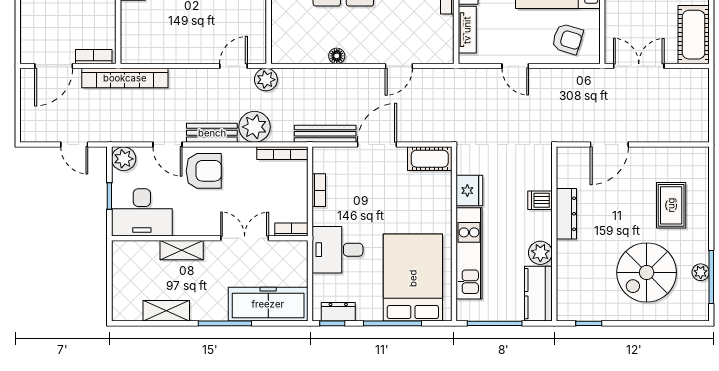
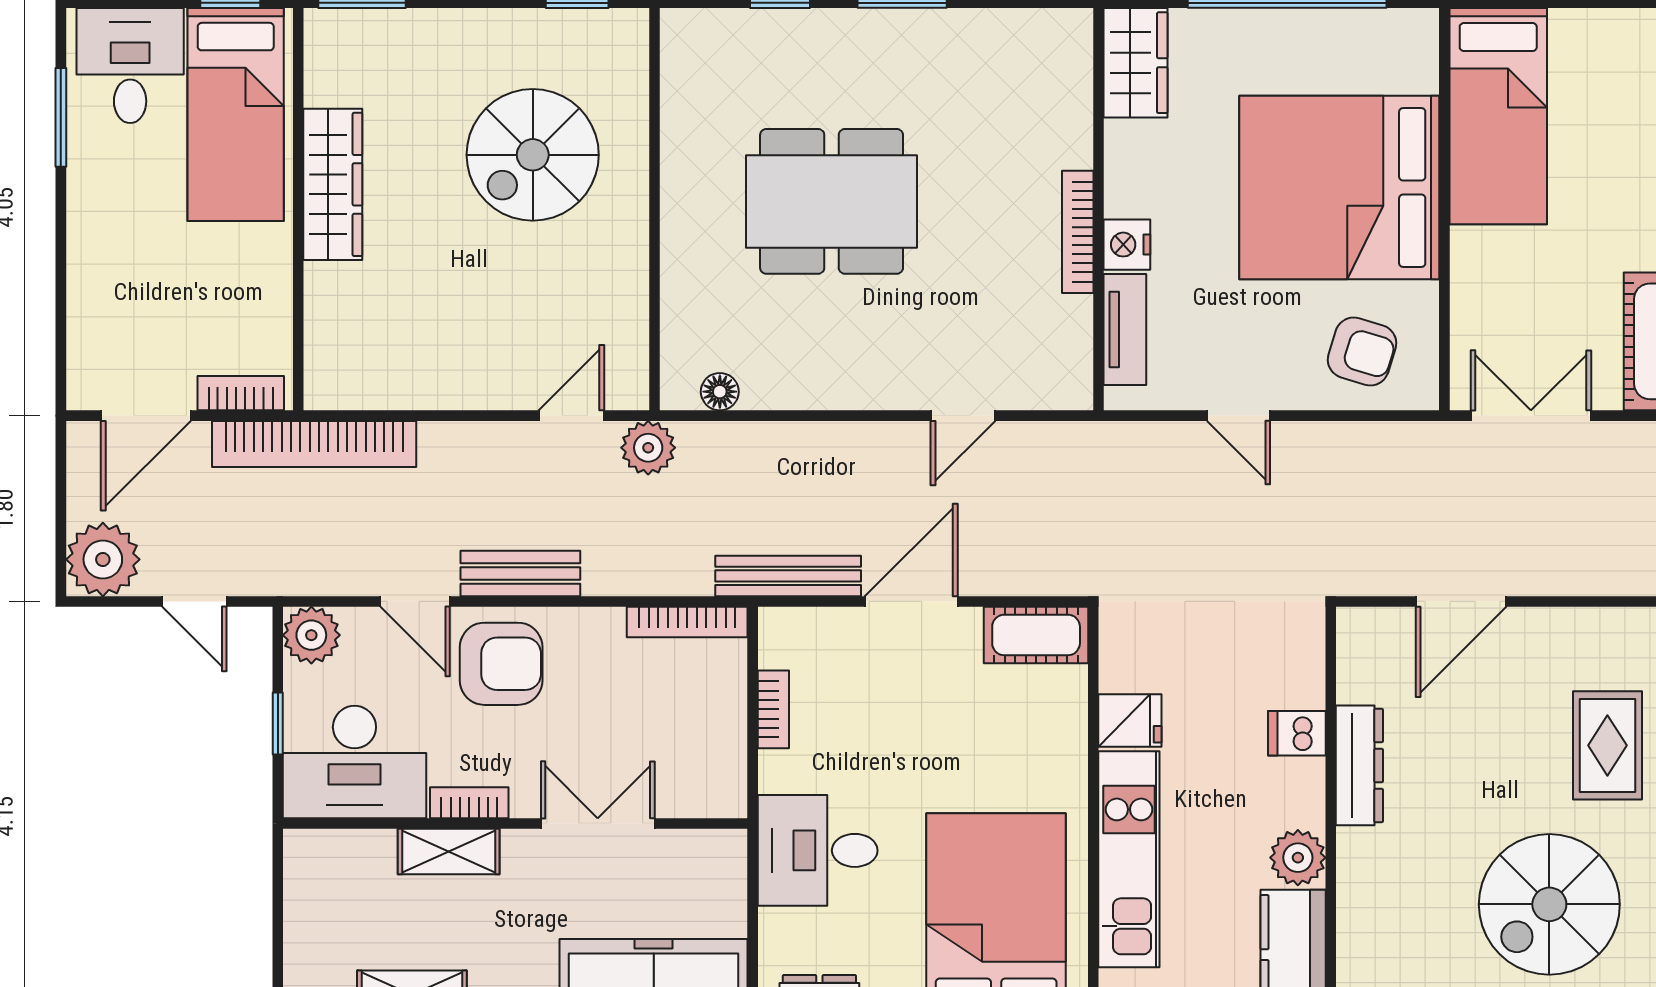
floor lamp: (337, 56) -> (720, 392), moved
plant: (254, 127) -> (103, 559), moved
fridge: (469, 191) -> (1130, 721), width x0.72
bookcase: (291, 230) -> (469, 803), moved

